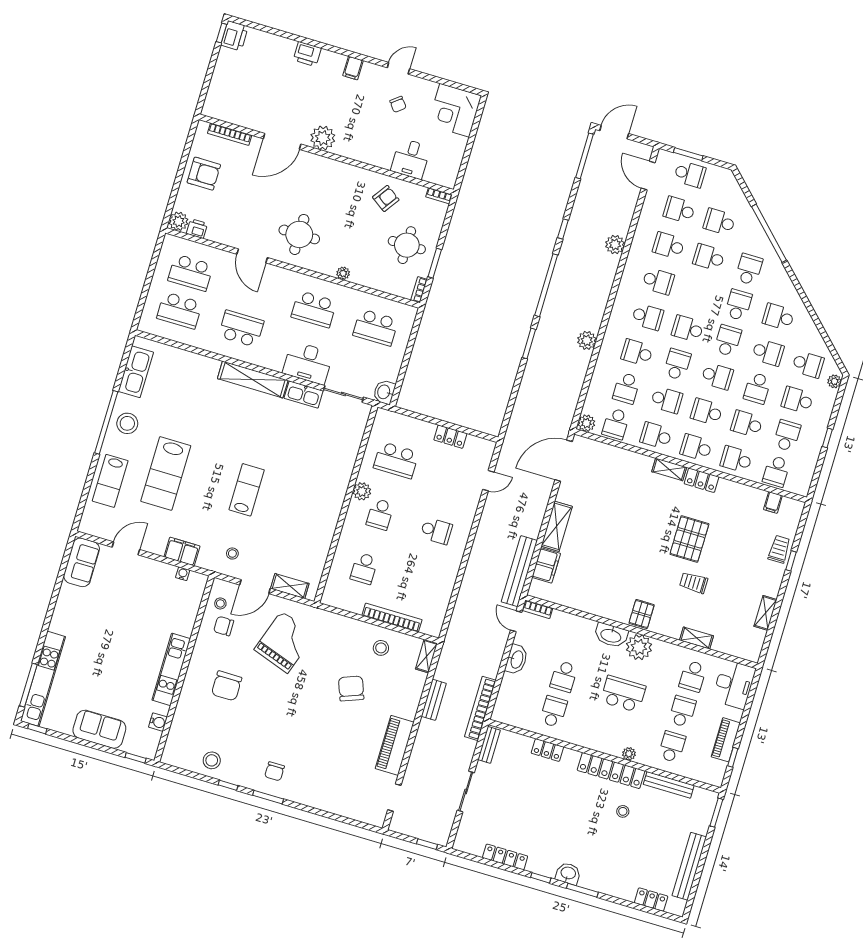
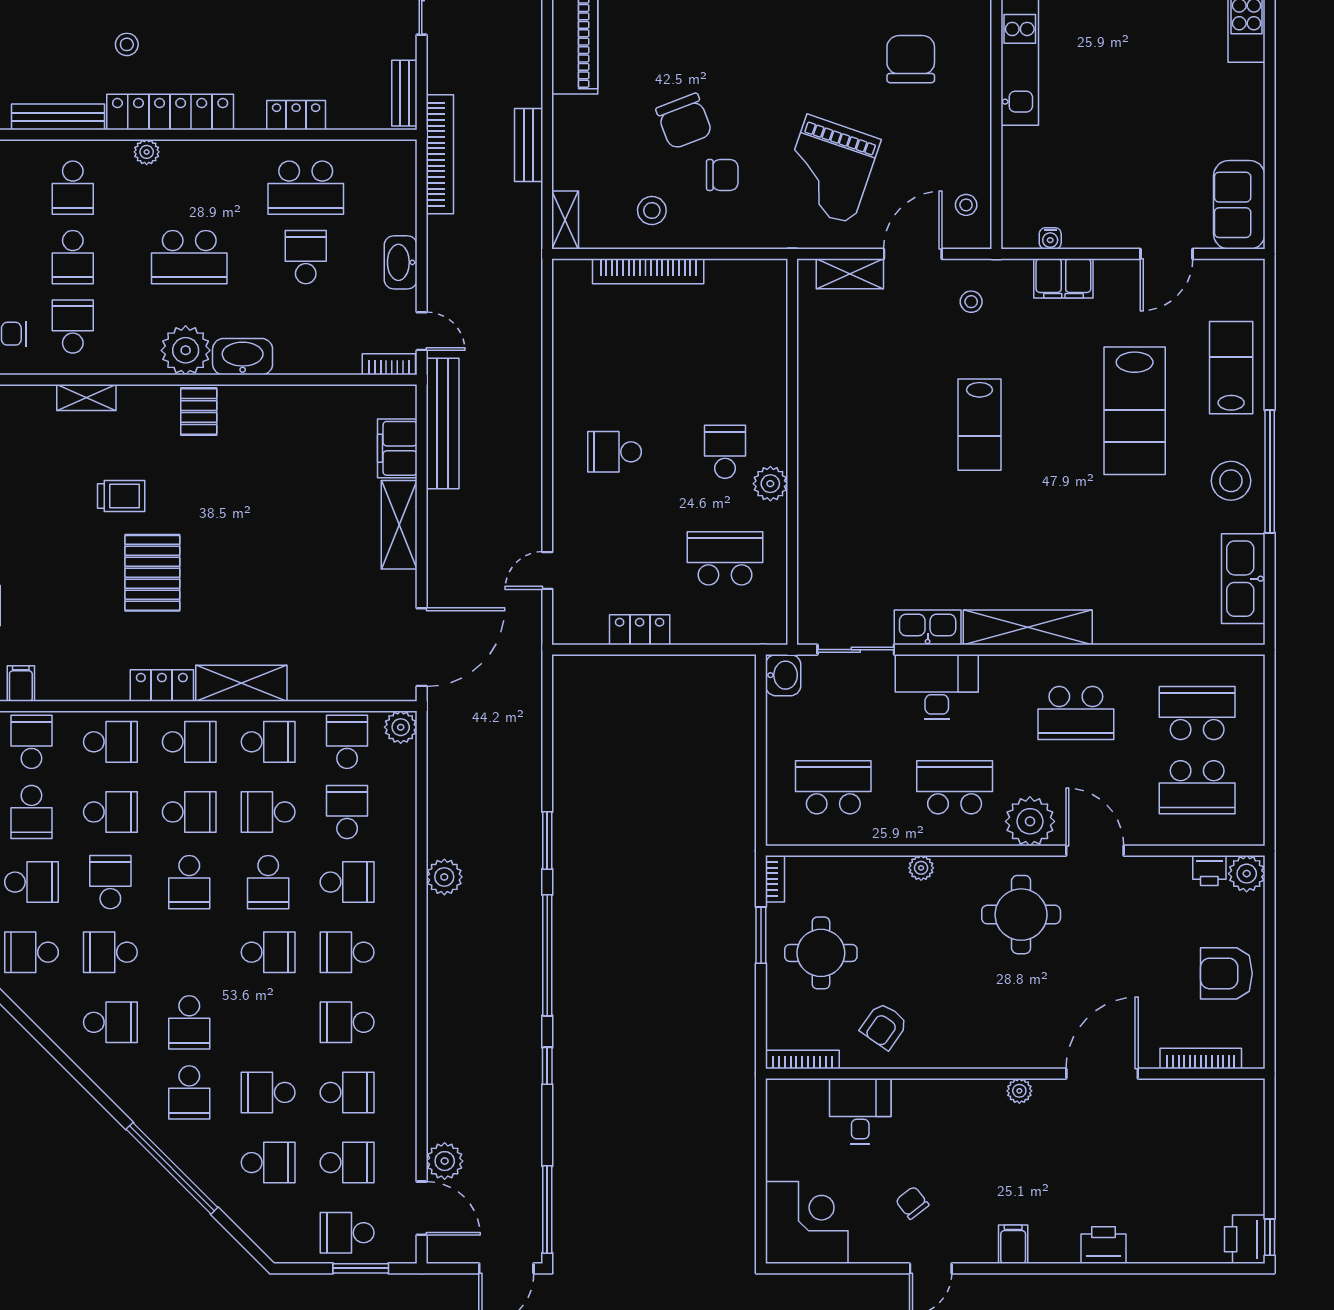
plant: (323, 138) -> (1019, 1091), width x0.53, depth x0.53
bookcase: (439, 196) -> (802, 1059), width x1.56
plant: (615, 245) -> (445, 1161), moved
school desk: (709, 257) -> (268, 1092), turned 180
school desk: (191, 273) -> (1197, 787), turned 180
plant: (281, 281) -> (1030, 821), added
school desk: (728, 341) -> (189, 952), removed
school desk: (717, 376) -> (189, 882), turned -90
shelving: (669, 469) -> (241, 683), width x1.50, depth x1.33
lab bench: (166, 473) -> (1135, 411), turned 180
school desk: (364, 568) -> (725, 345), removed
chair: (224, 626) -> (722, 175), moved
school desk: (553, 712) -> (306, 188), width x1.85

